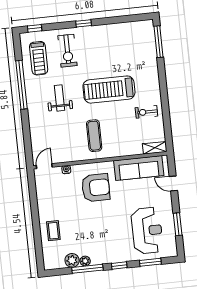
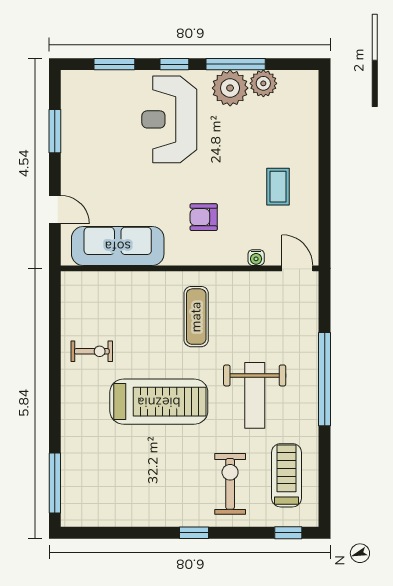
window: (21, 85) -> (325, 379), moved
weight bench: (60, 98) -> (255, 395), width x1.36, depth x1.33
shelving: (155, 148) -> (83, 281), removed
door: (44, 166) -> (297, 268), swing flipped
armchair: (96, 188) -> (204, 217), width x0.53, depth x0.53
coffee table: (53, 231) -> (278, 187), moved
reception desk: (147, 231) -> (169, 119), moved
plant: (85, 261) -> (230, 88), width x1.88, depth x1.88

